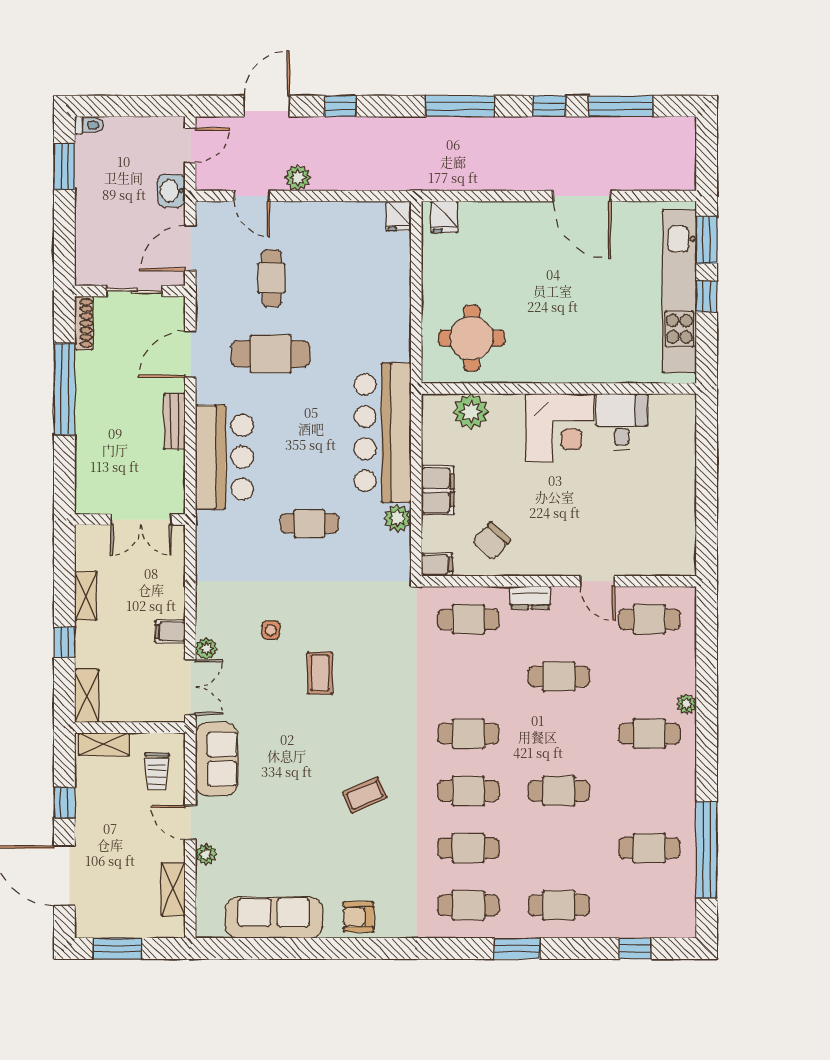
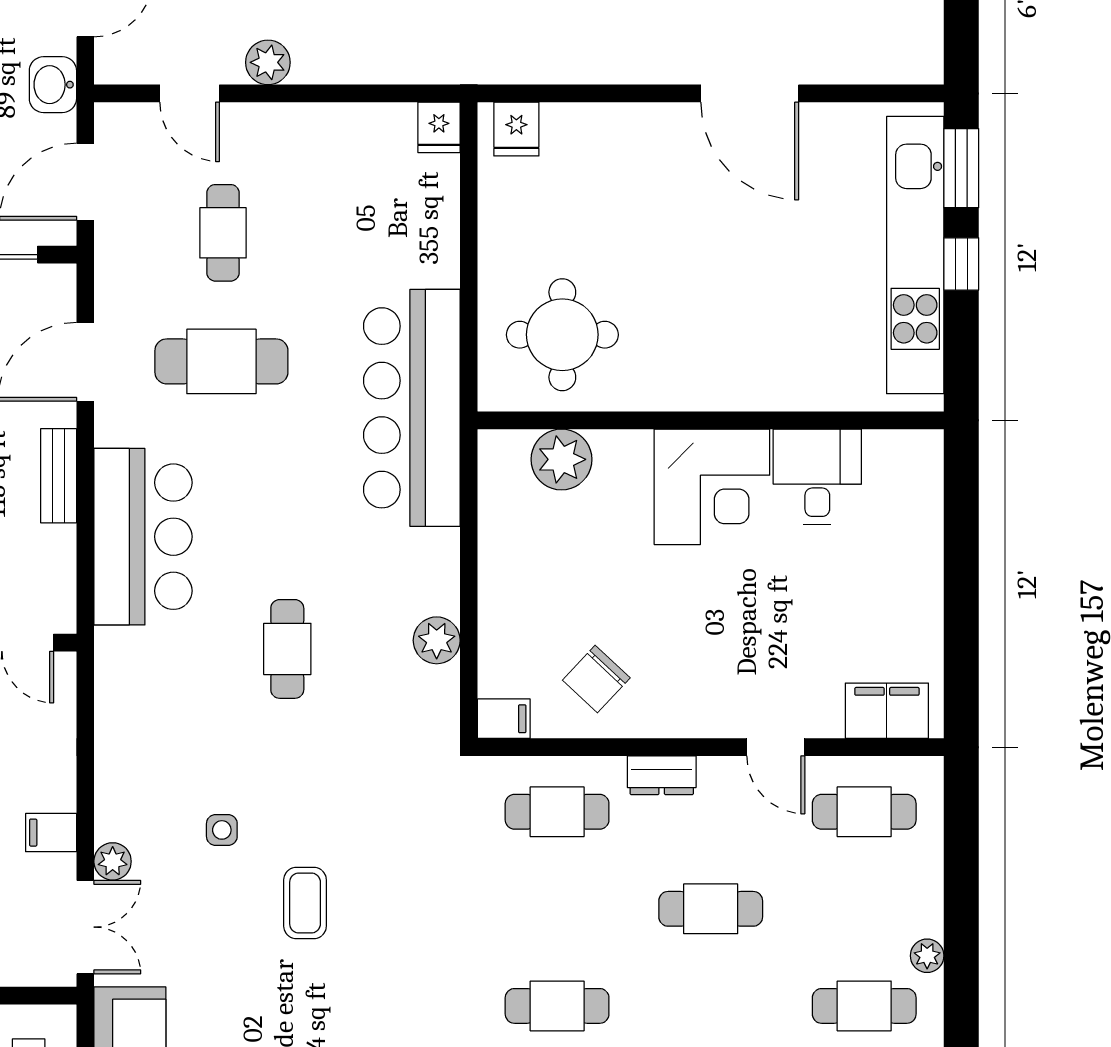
bar counter: (383, 433) -> (412, 408), moved
filing cabinet: (438, 490) -> (887, 711), moved, turned -90
cafe table: (309, 523) -> (287, 649), turned 90

